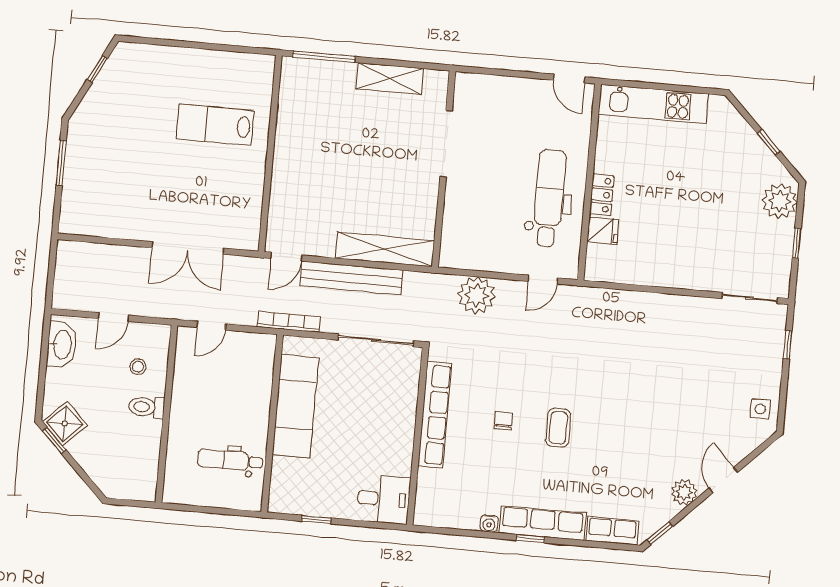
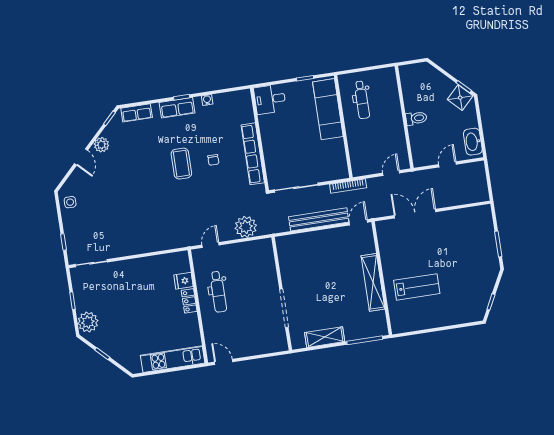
dental chair: (549, 198) -> (218, 292), width x0.73, depth x0.72
shelving: (385, 249) -> (373, 282), moved, turned 90
stool: (138, 367) -> (427, 140), removed
exam couch: (295, 406) -> (328, 109), moved
coffee table: (558, 428) -> (181, 164), width x1.36, depth x1.30
dental chair: (230, 460) -> (362, 100), turned 90
row of seats: (543, 523) -> (177, 108), width x0.68

